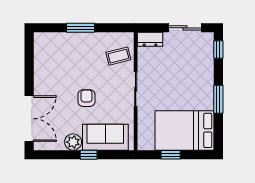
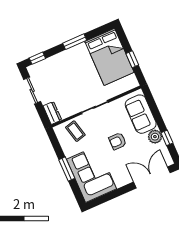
corner sofa: (63, 53) -> (92, 174), added
window: (89, 155) -> (167, 138), moved

